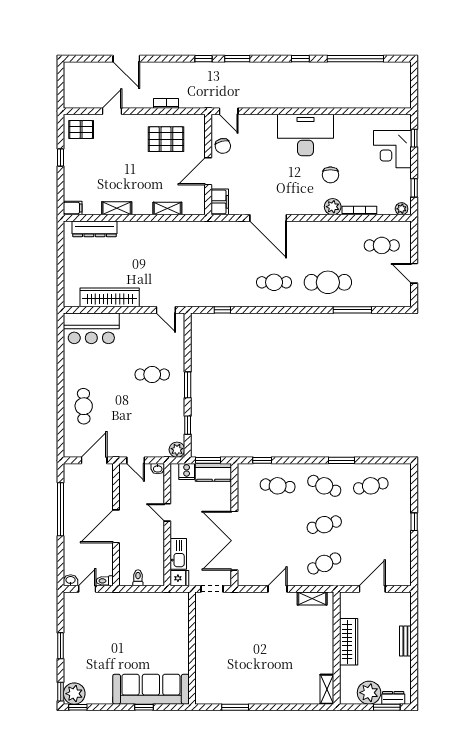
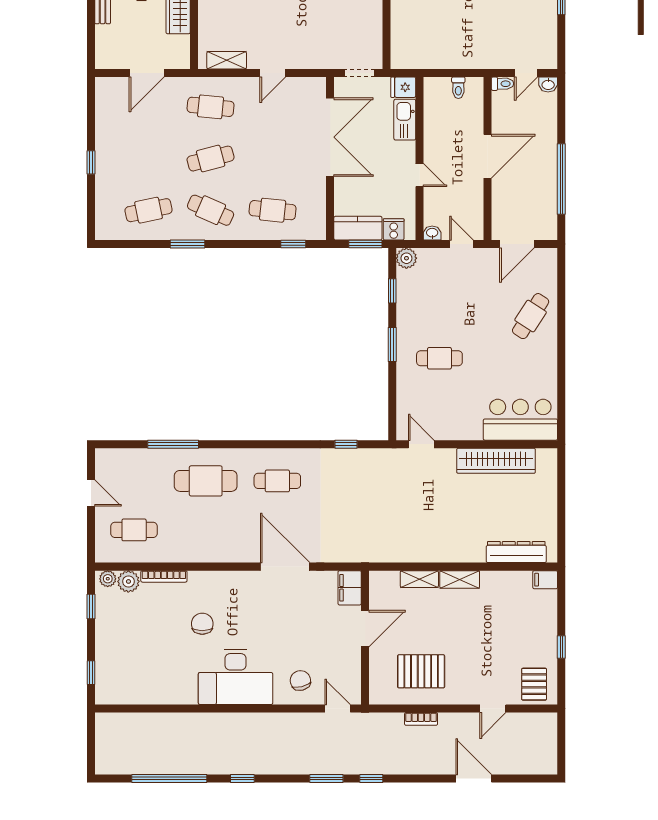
pallet: (81, 130) -> (534, 684), turned 90
chair: (223, 146) -> (300, 680), moved
corner desk: (392, 149) -> (120, 658), removed
plant: (333, 207) -> (128, 581), moved
shelving: (117, 208) -> (460, 579), moved
cafe table: (84, 406) -> (531, 316), turned 34
cafe table: (324, 563) -> (211, 107), turned 30

